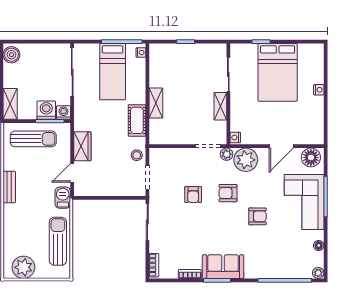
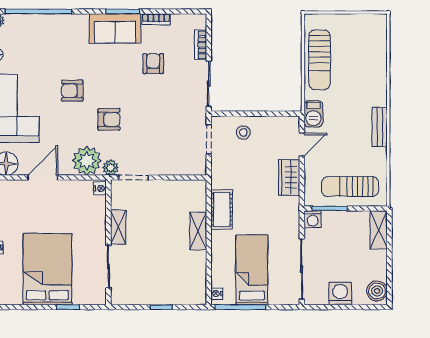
washing machine: (46, 110) -> (340, 293), moved, turned 180
stool: (137, 155) -> (243, 133), moved
armchair: (193, 194) -> (153, 64), moved
bookcase: (154, 265) -> (201, 45), moved
plant: (23, 267) -> (362, 28), removed

